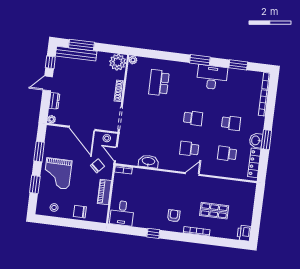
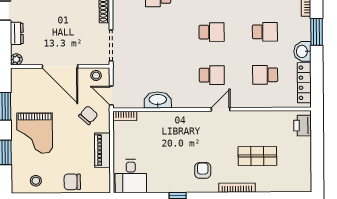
window: (266, 140) -> (317, 32), moved
school desk: (189, 149) -> (212, 75), turned 180
printer: (244, 233) -> (303, 126), moved

